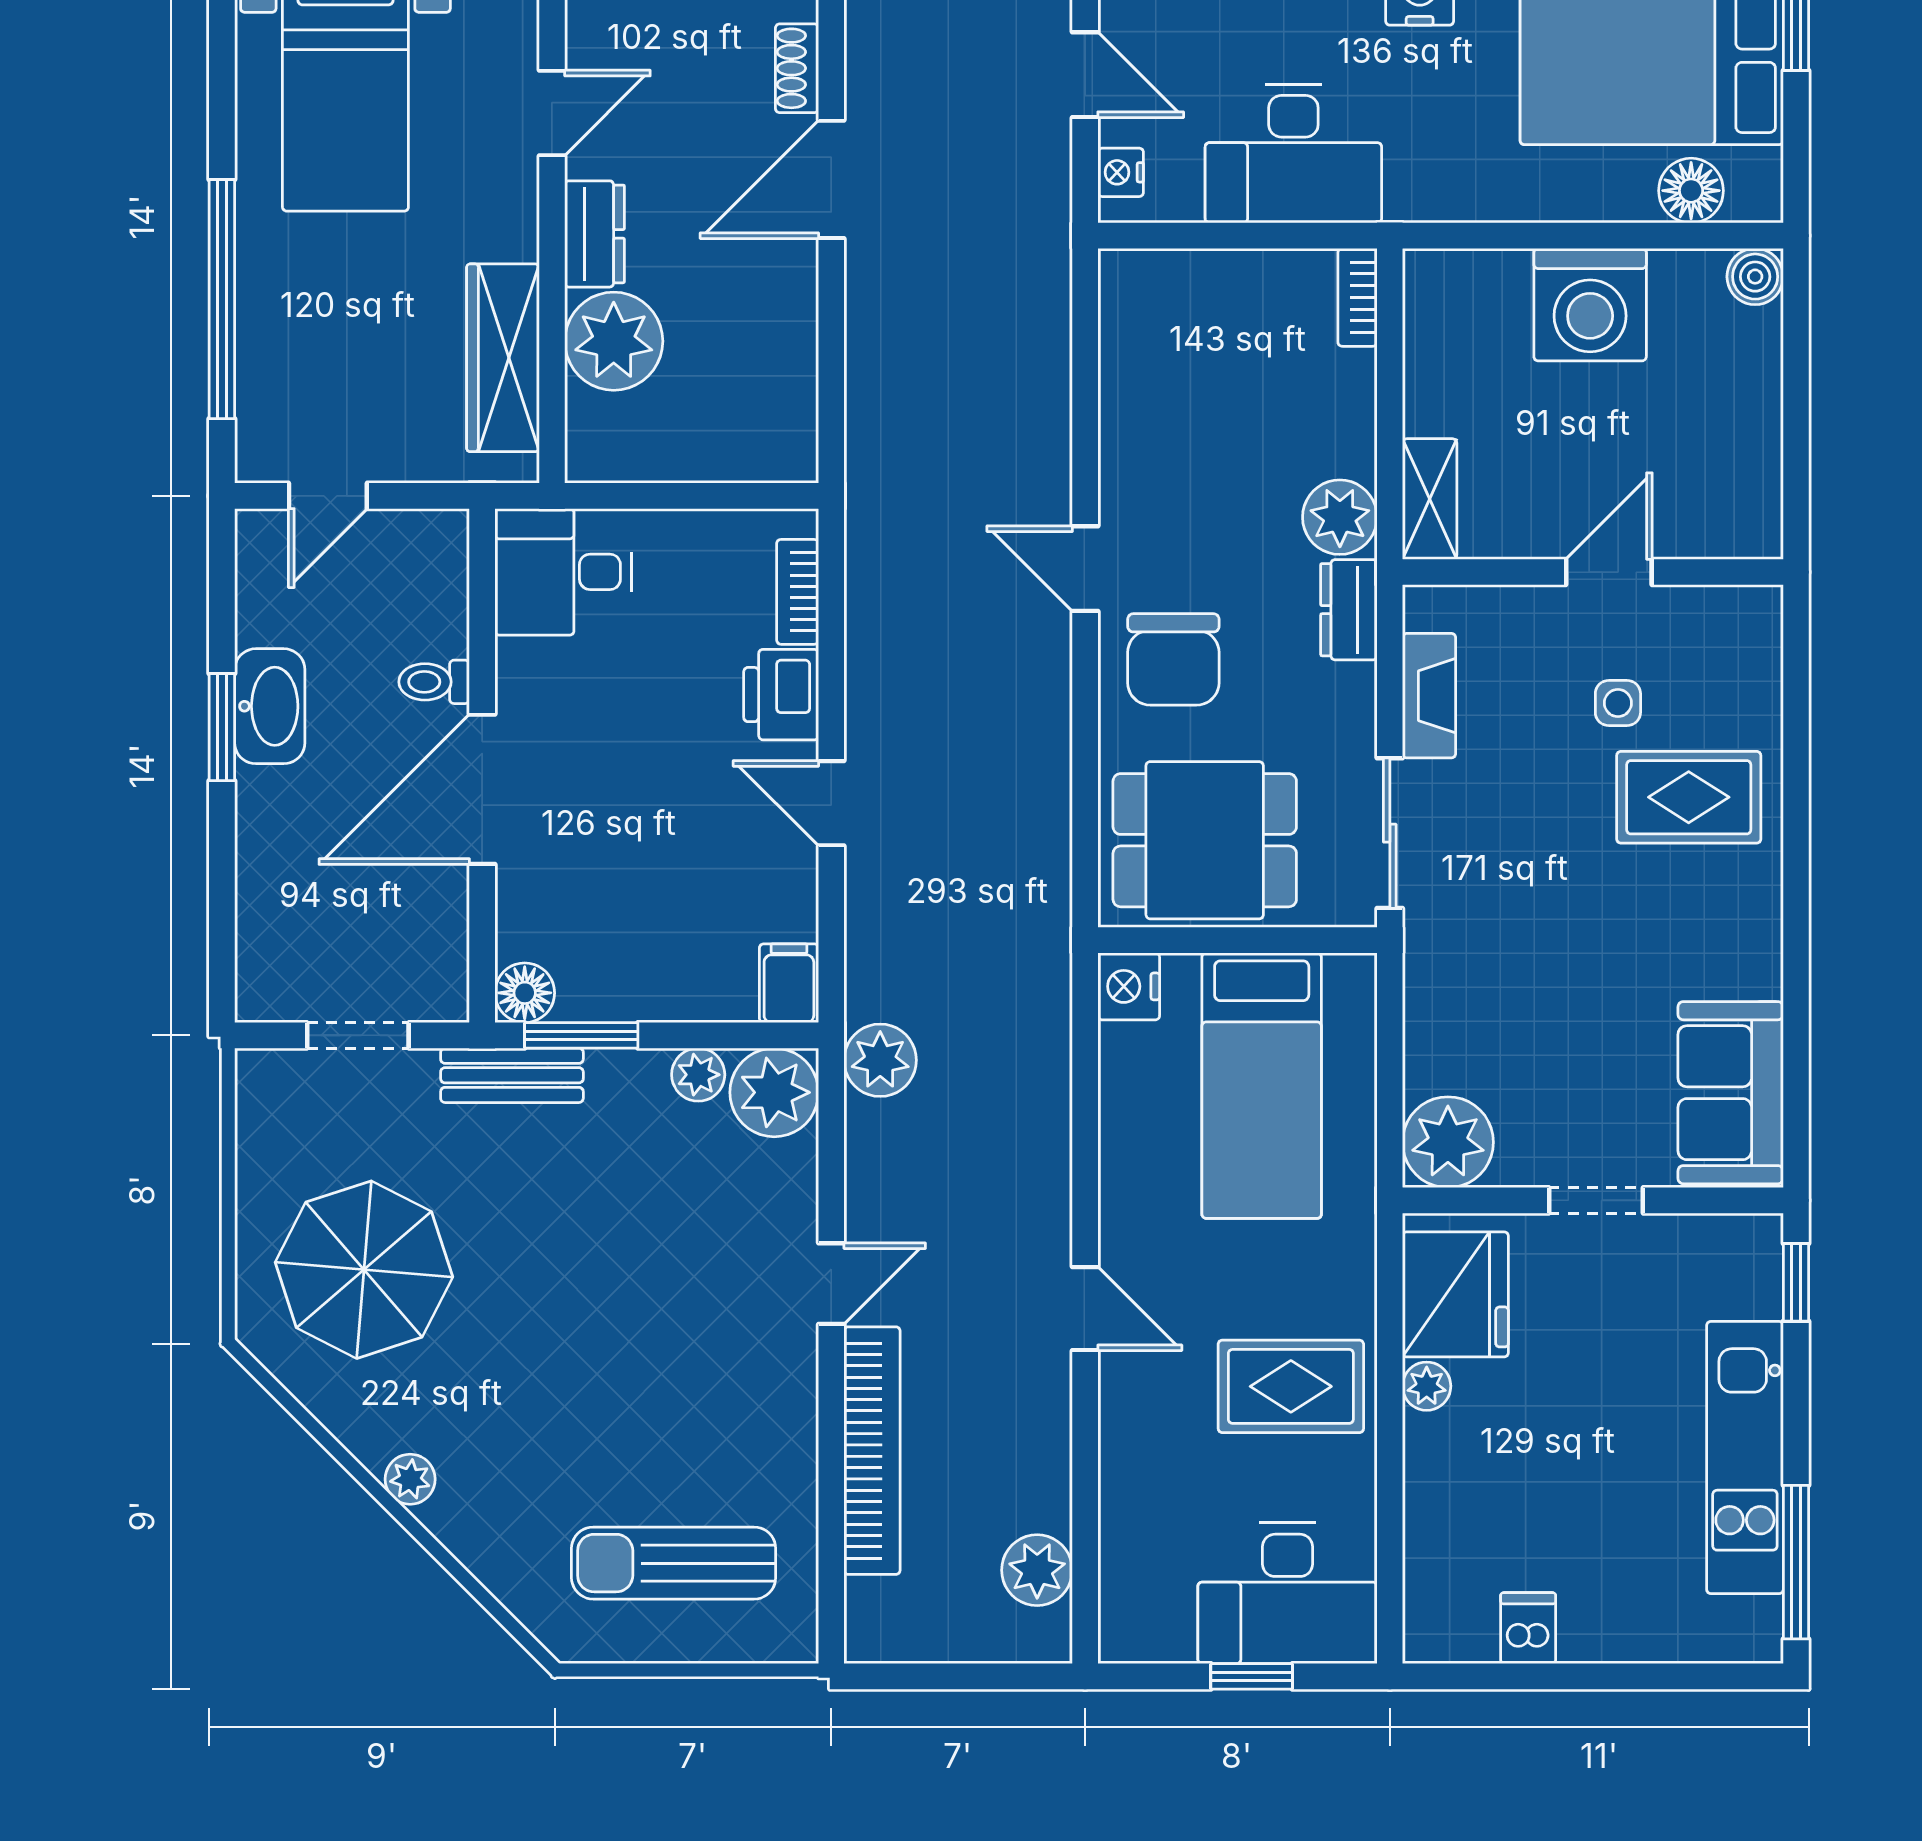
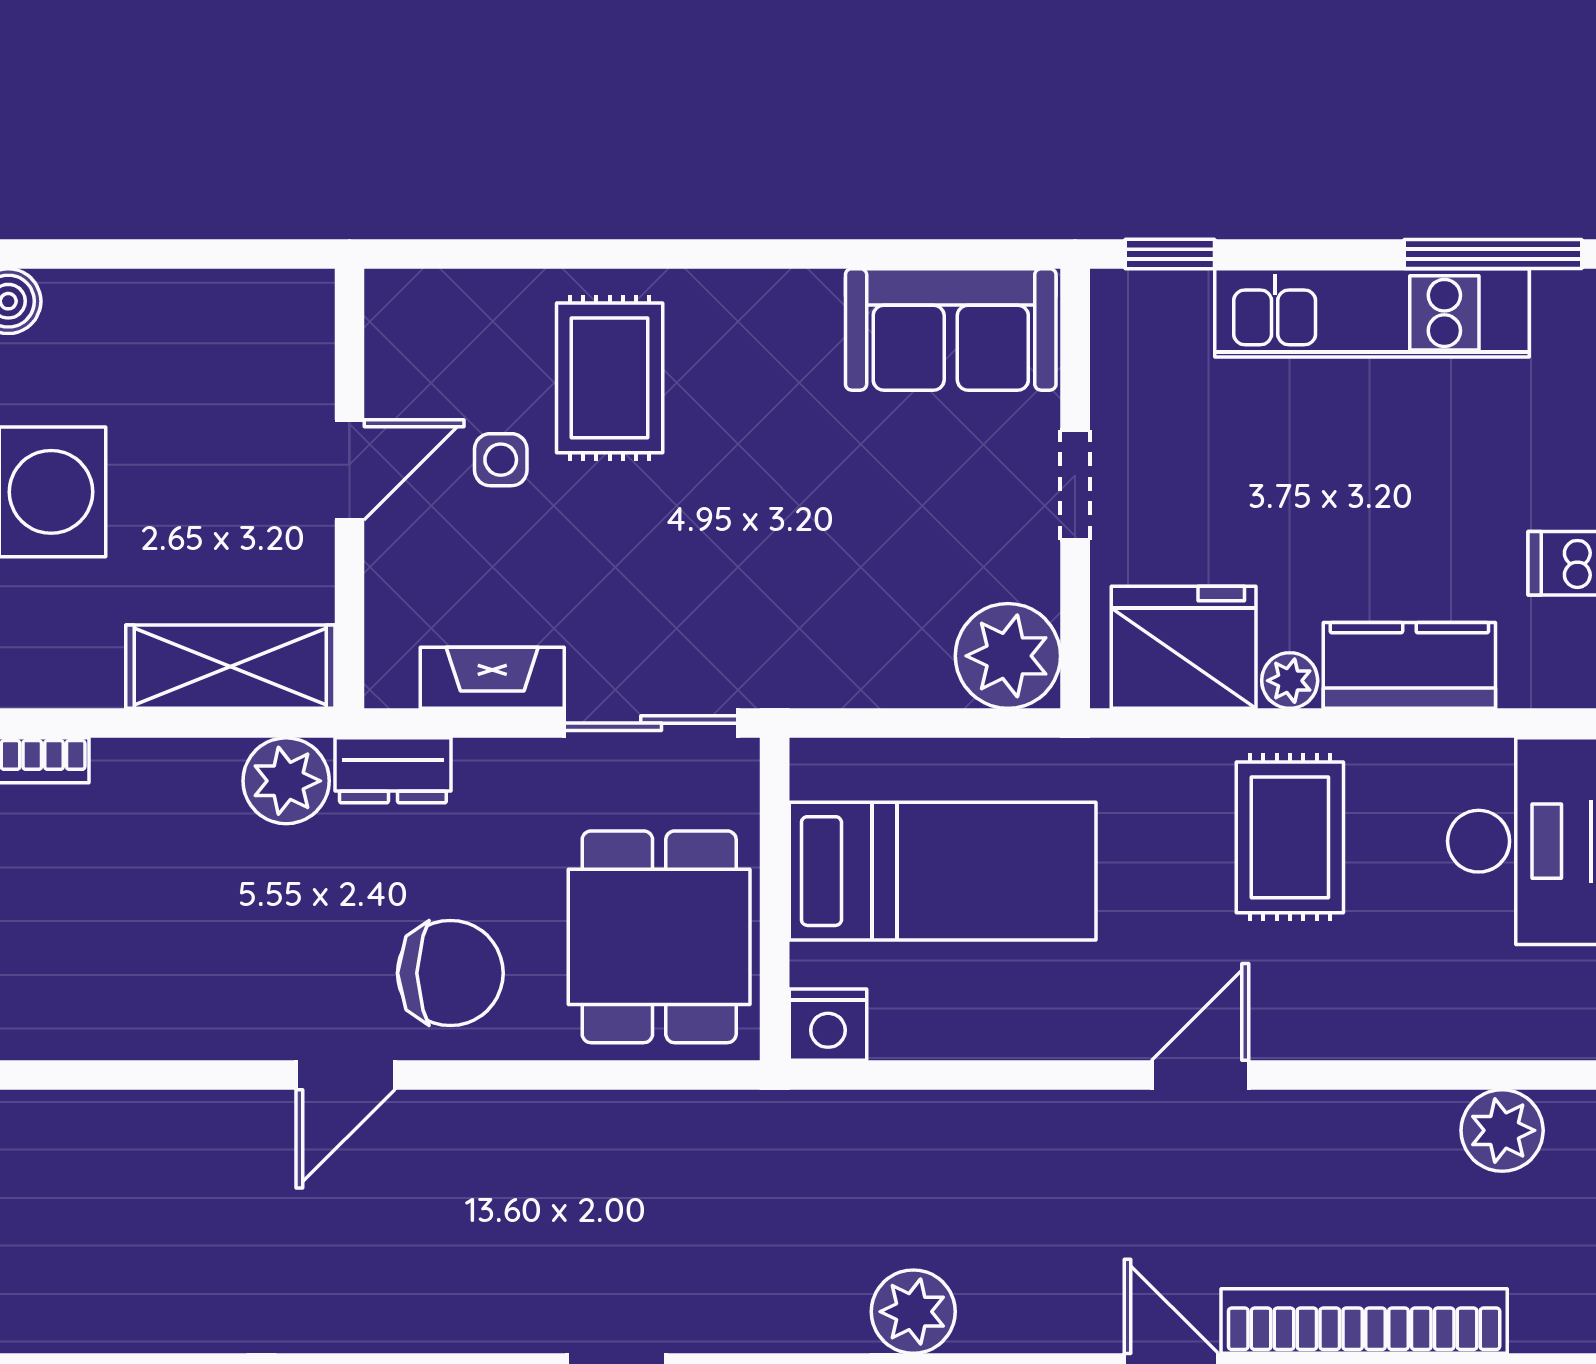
shelving: (1430, 499) -> (230, 667), width x1.50, depth x1.33
door: (1609, 572) -> (349, 470), swing flipped
kitchen counter: (1440, 1490) -> (1409, 665), added

